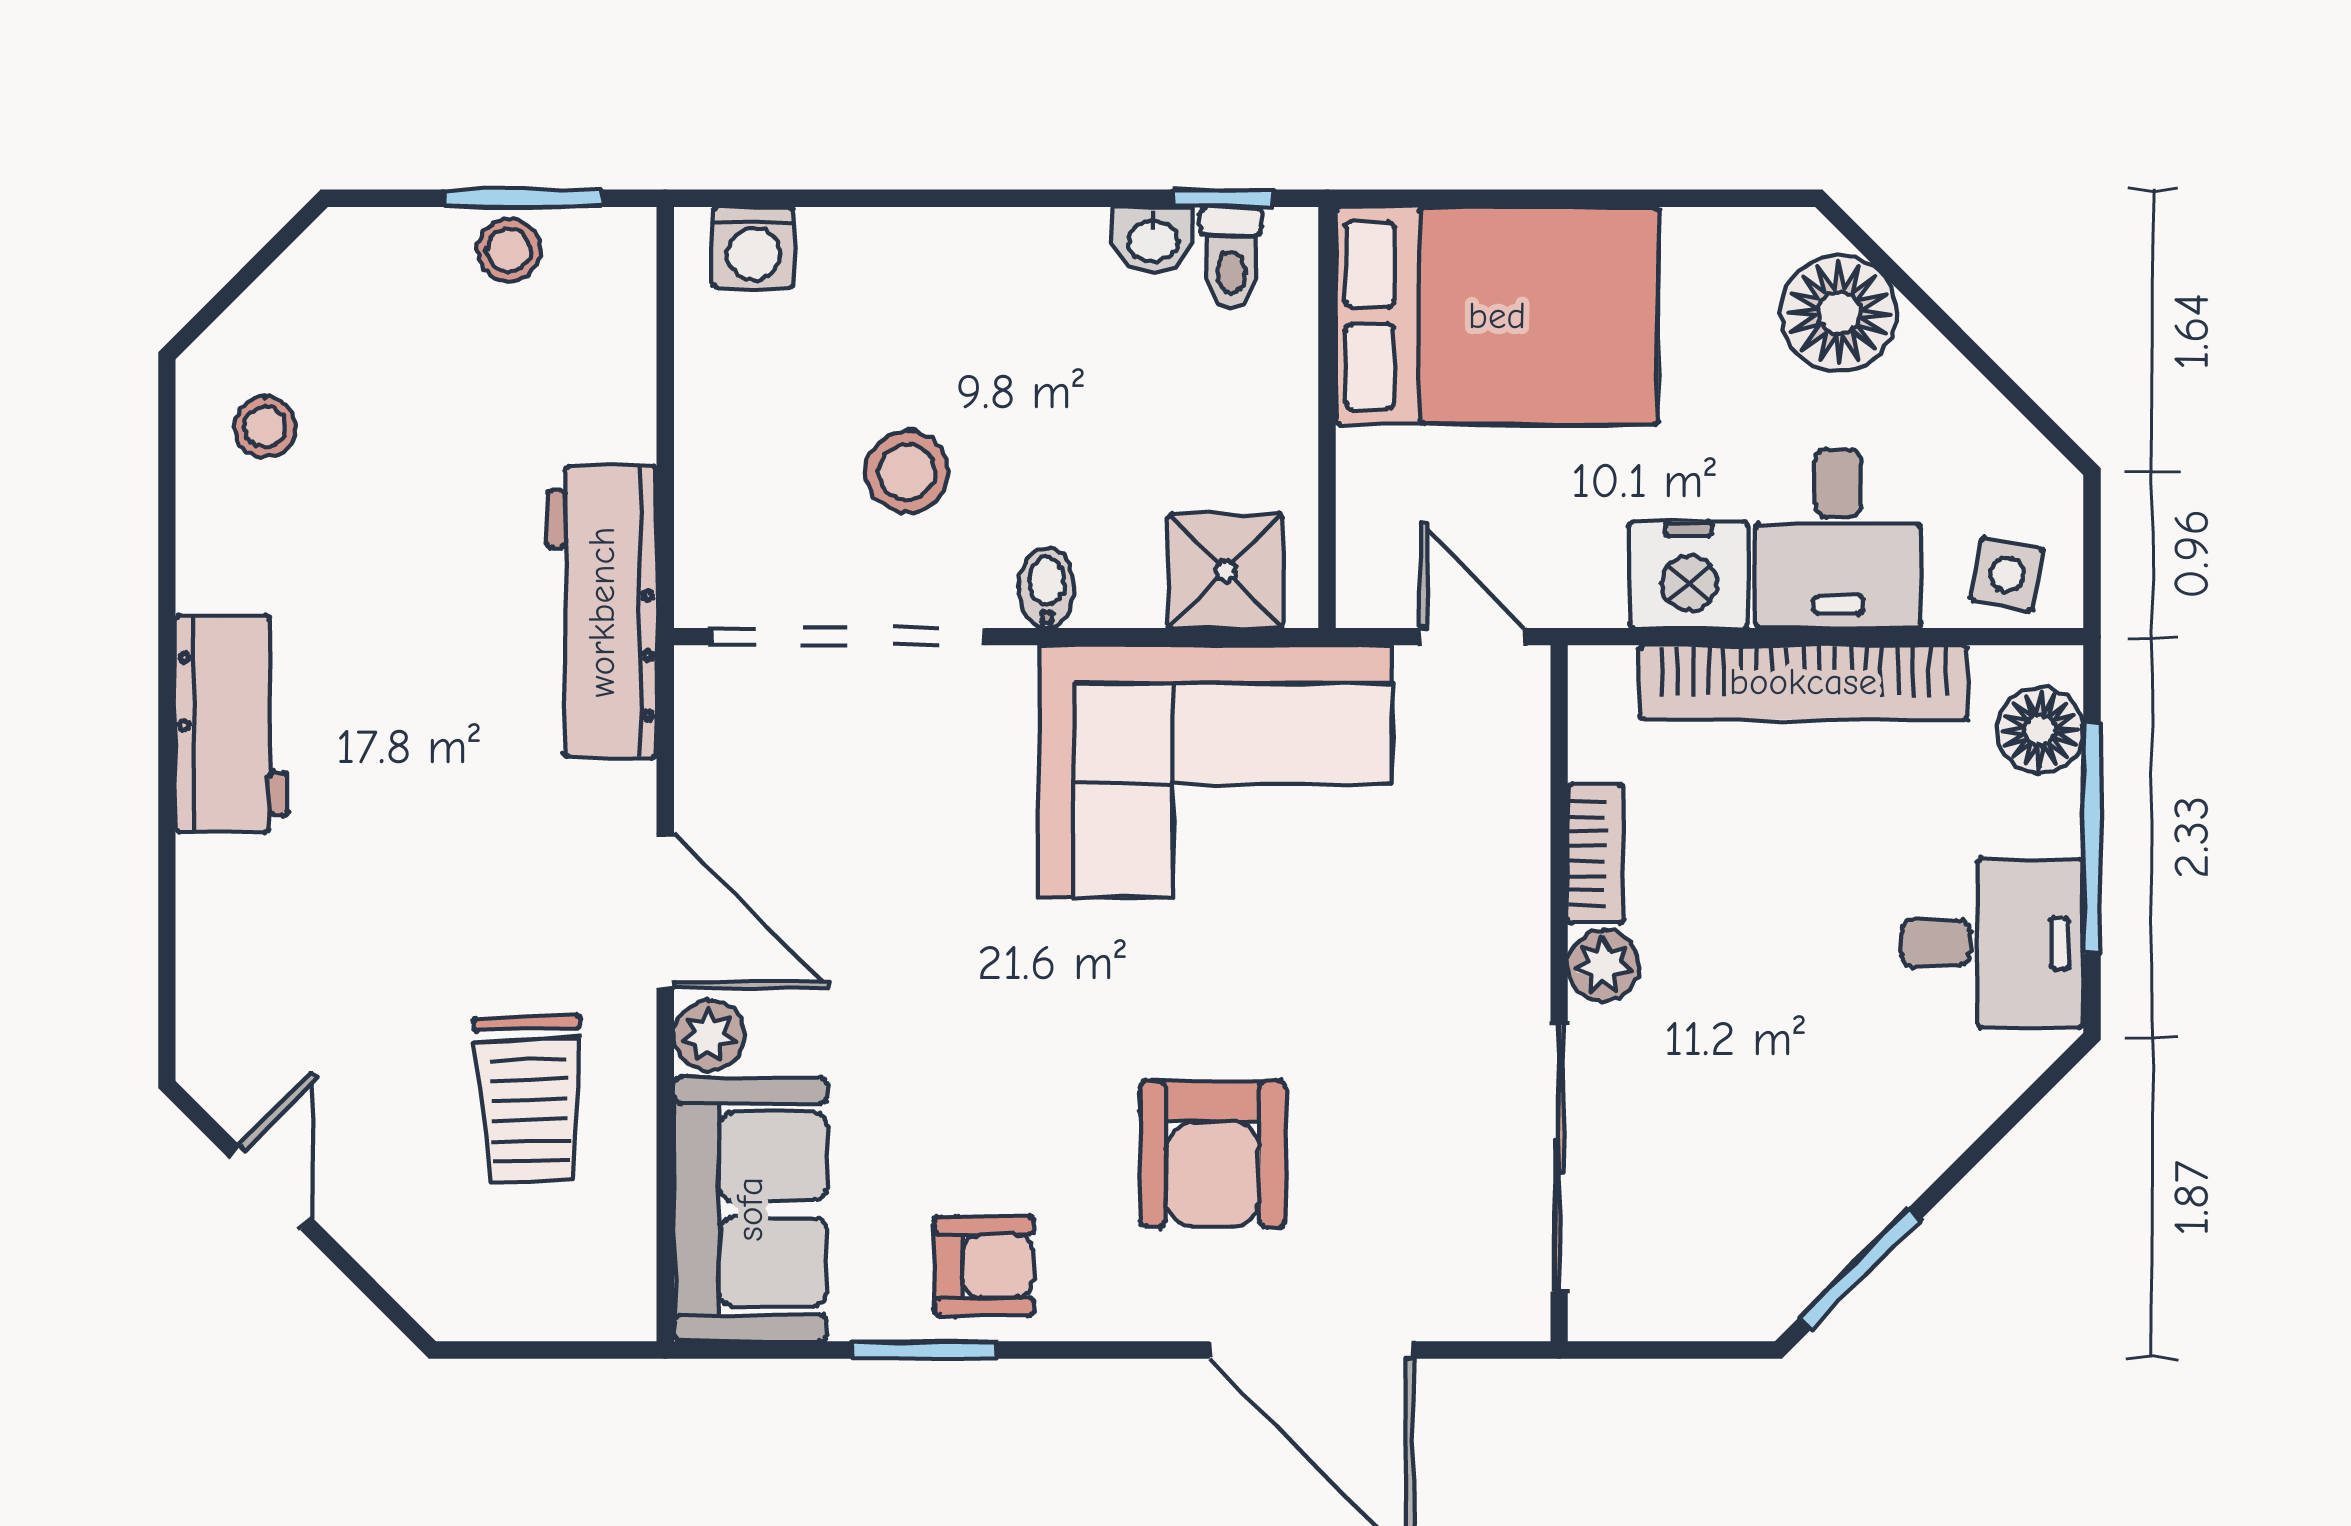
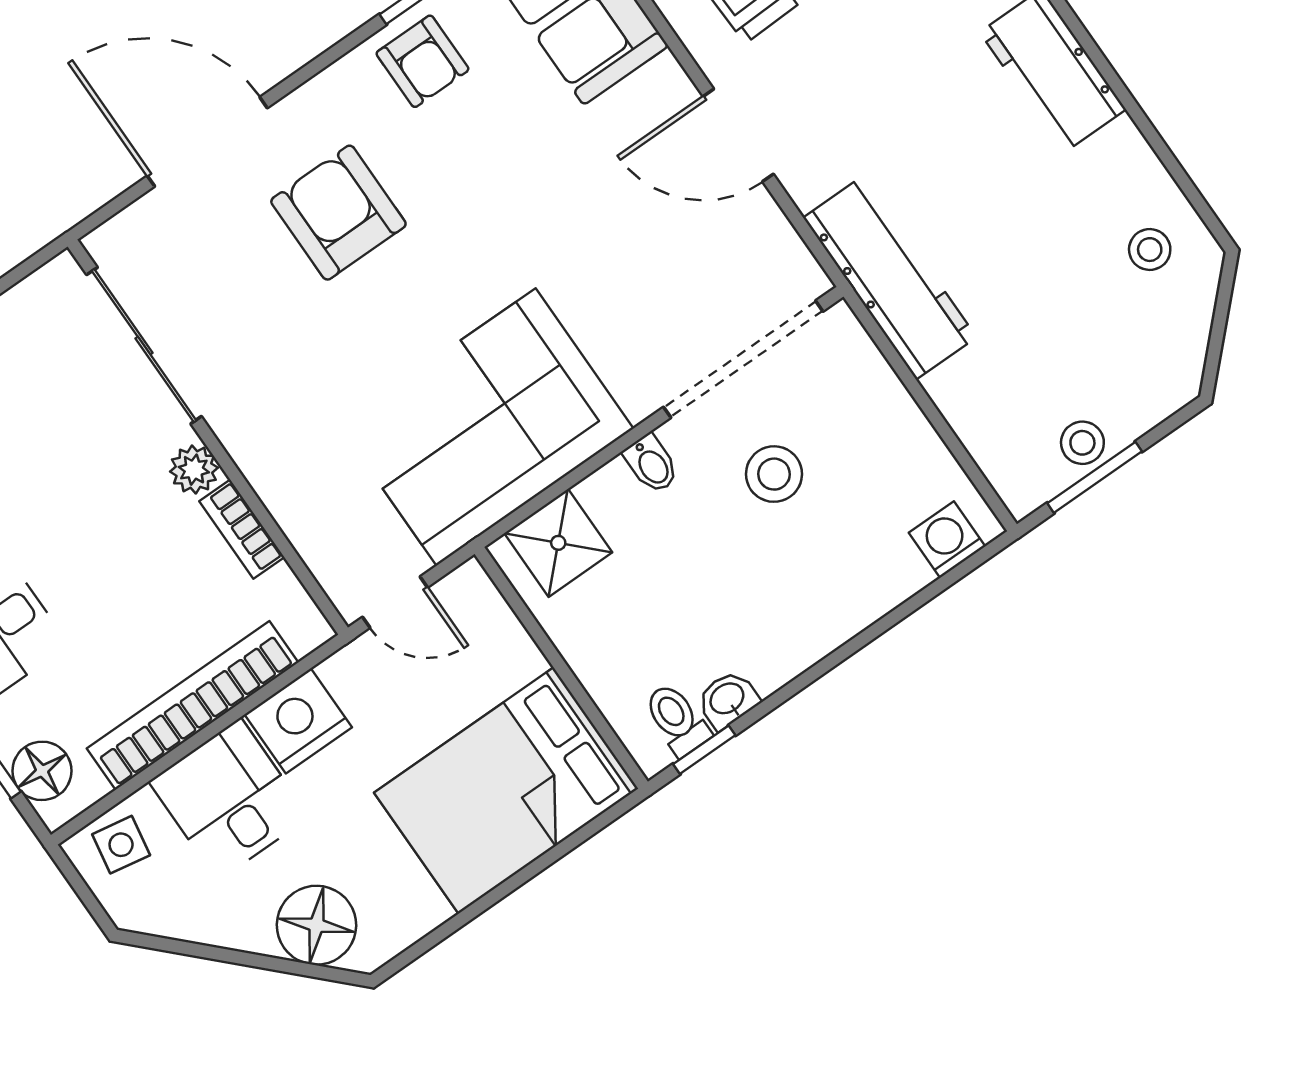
plant: (709, 1035) -> (666, 83), removed
armchair: (984, 1266) -> (422, 61), turned -90

